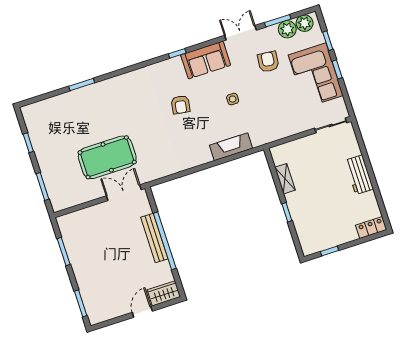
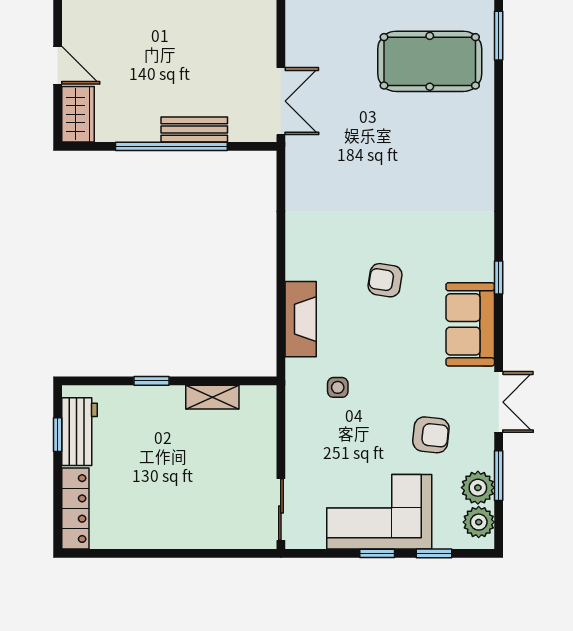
window: (82, 84) -> (499, 36), moved
side table: (233, 99) -> (338, 387), moved
armchair: (181, 105) -> (385, 280), moved
pool table: (107, 157) -> (430, 61), moved, turned 90
workbench: (359, 175) -> (80, 432), moved, turned 90
locker: (371, 227) -> (75, 509), width x1.53
bench: (154, 238) -> (194, 130), width x0.73

